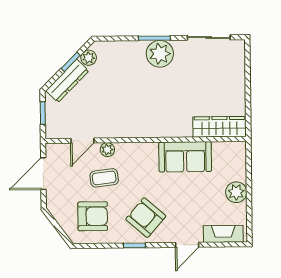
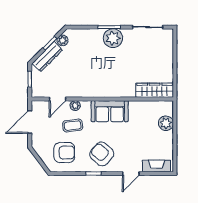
sofa: (185, 157) -> (110, 111), moved
plant: (236, 192) -> (166, 123), moved

